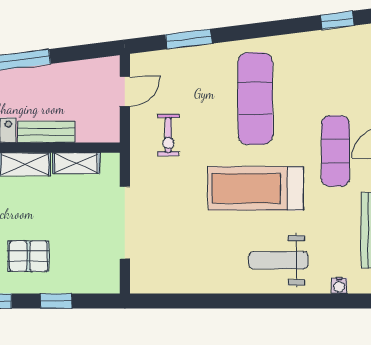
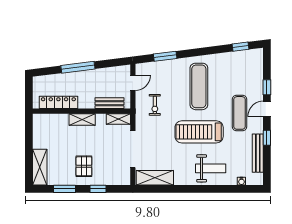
bench: (46, 132) -> (109, 103), moved
shelving: (76, 163) -> (118, 119), moved
pallet: (28, 256) -> (84, 166), turned 90
weight bench: (278, 260) -> (211, 168), turned 180
shelving: (168, 279) -> (155, 178), added

